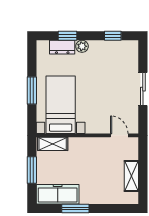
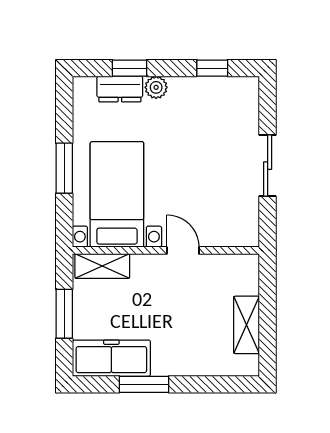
door: (119, 135) -> (183, 250), moved

